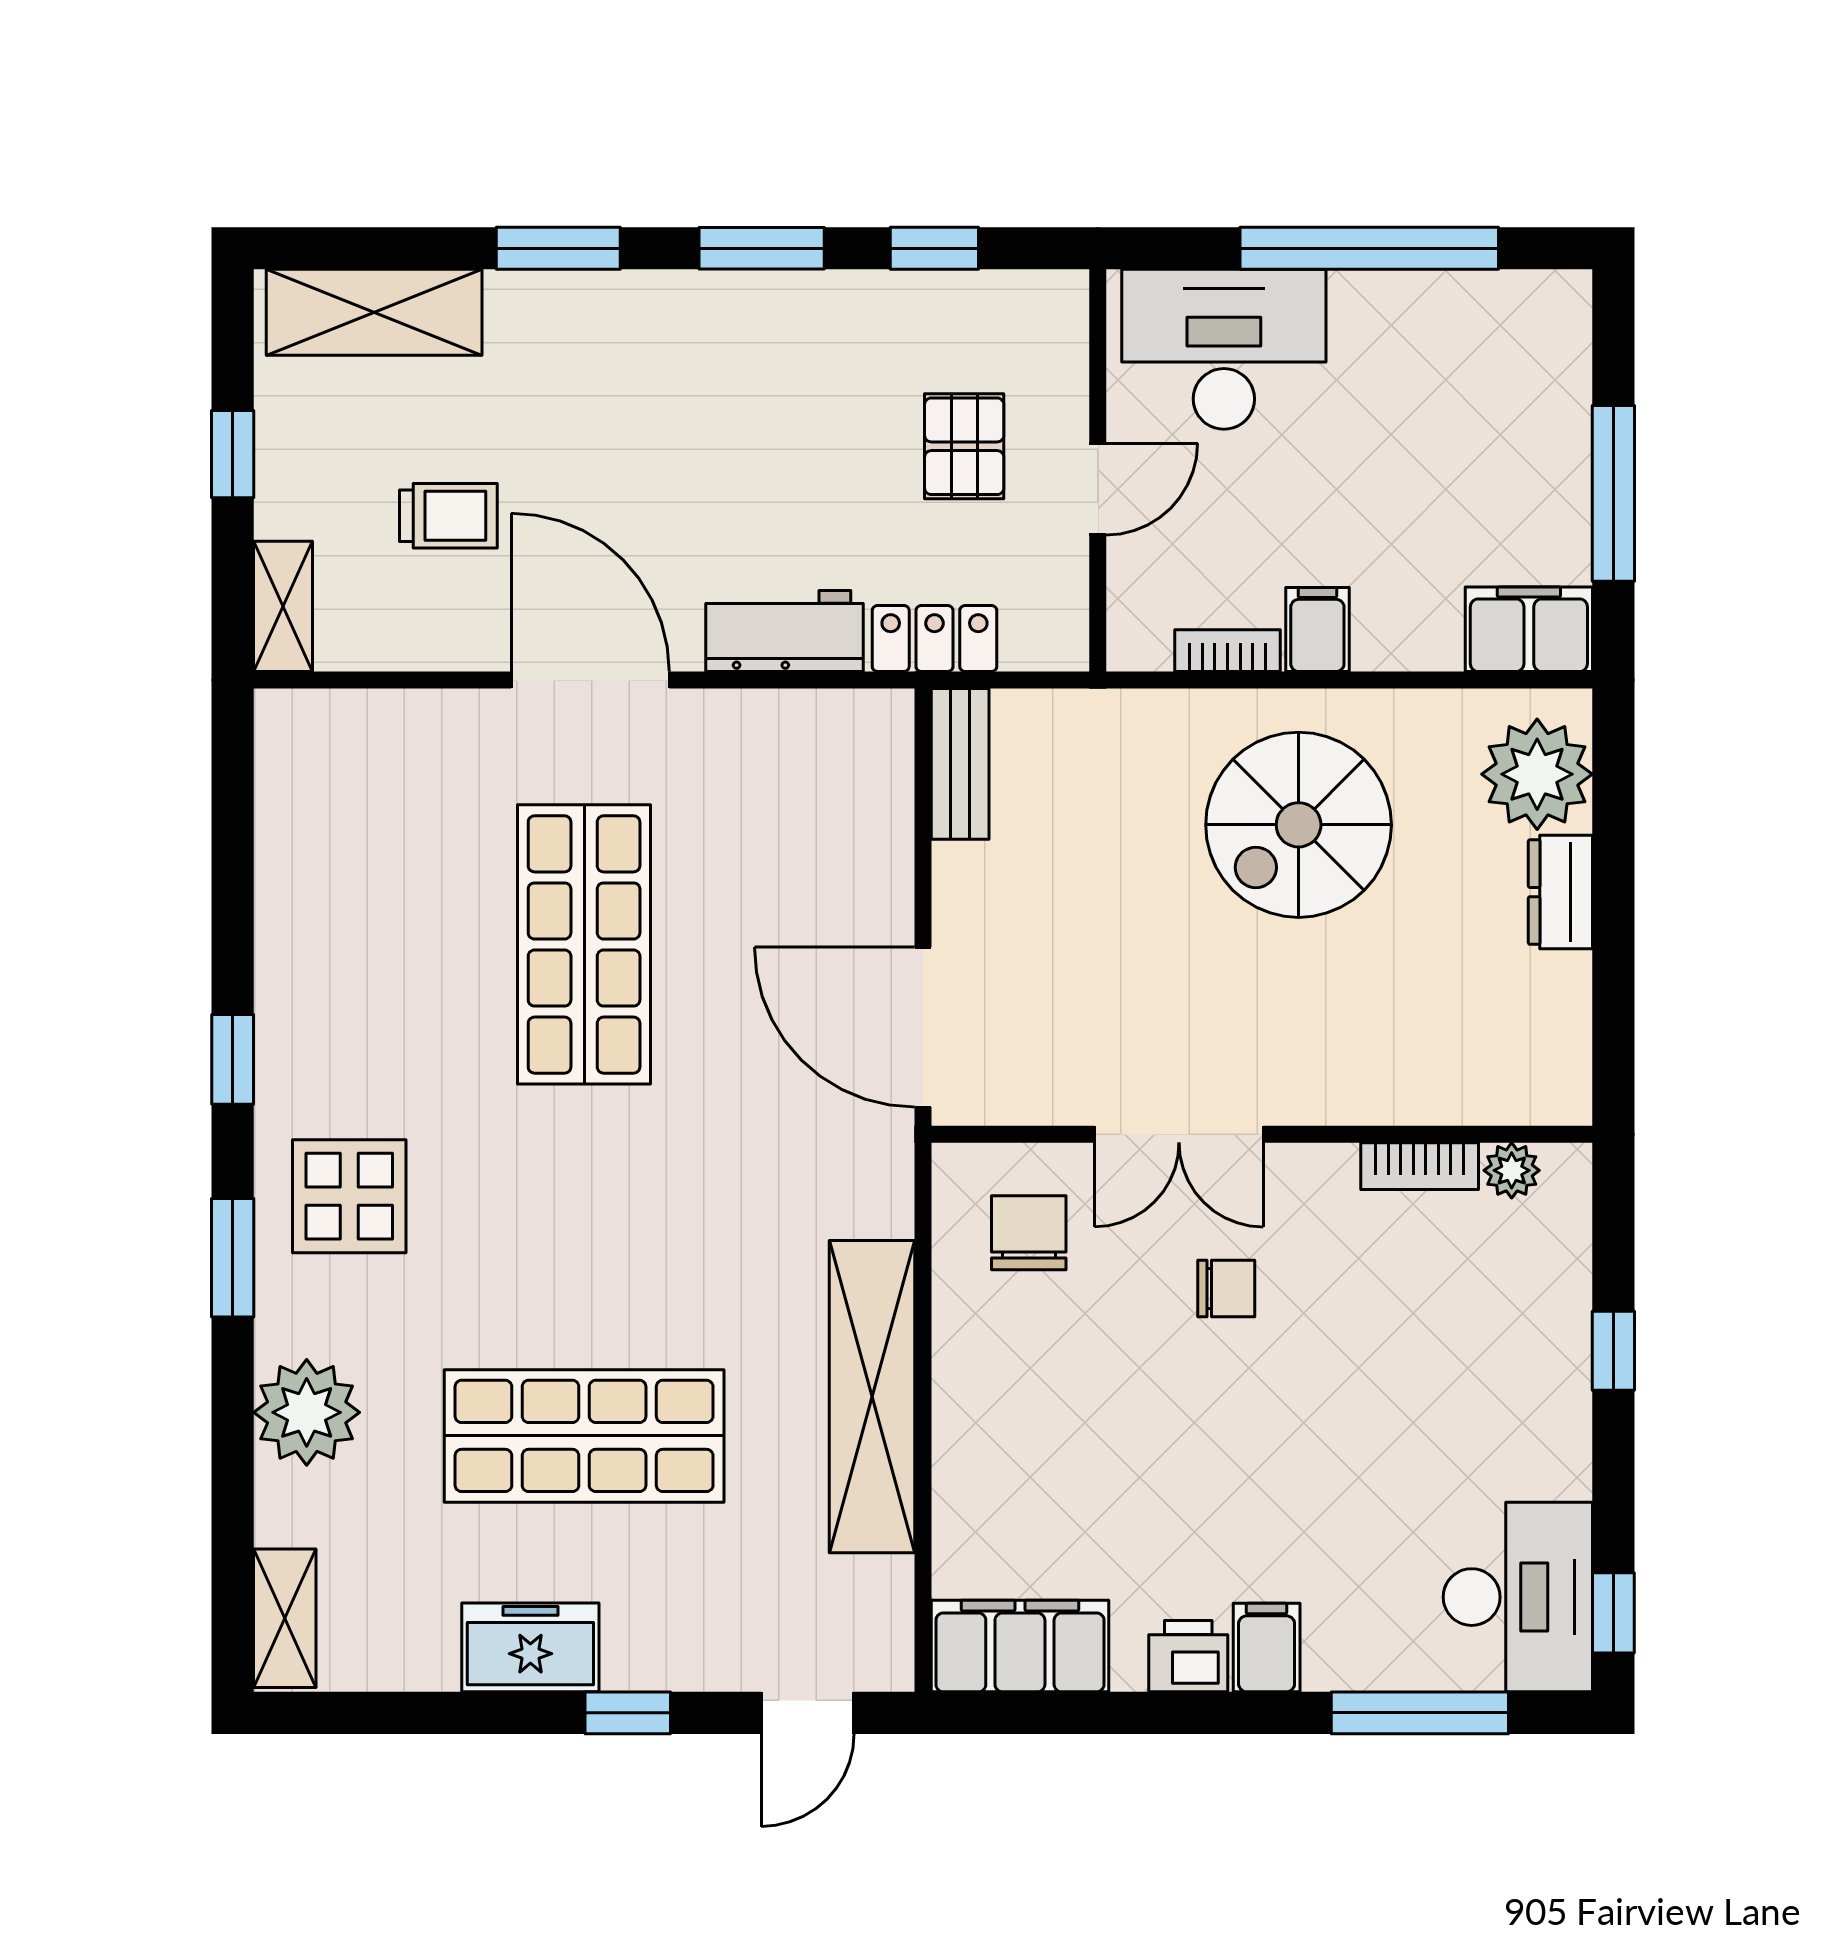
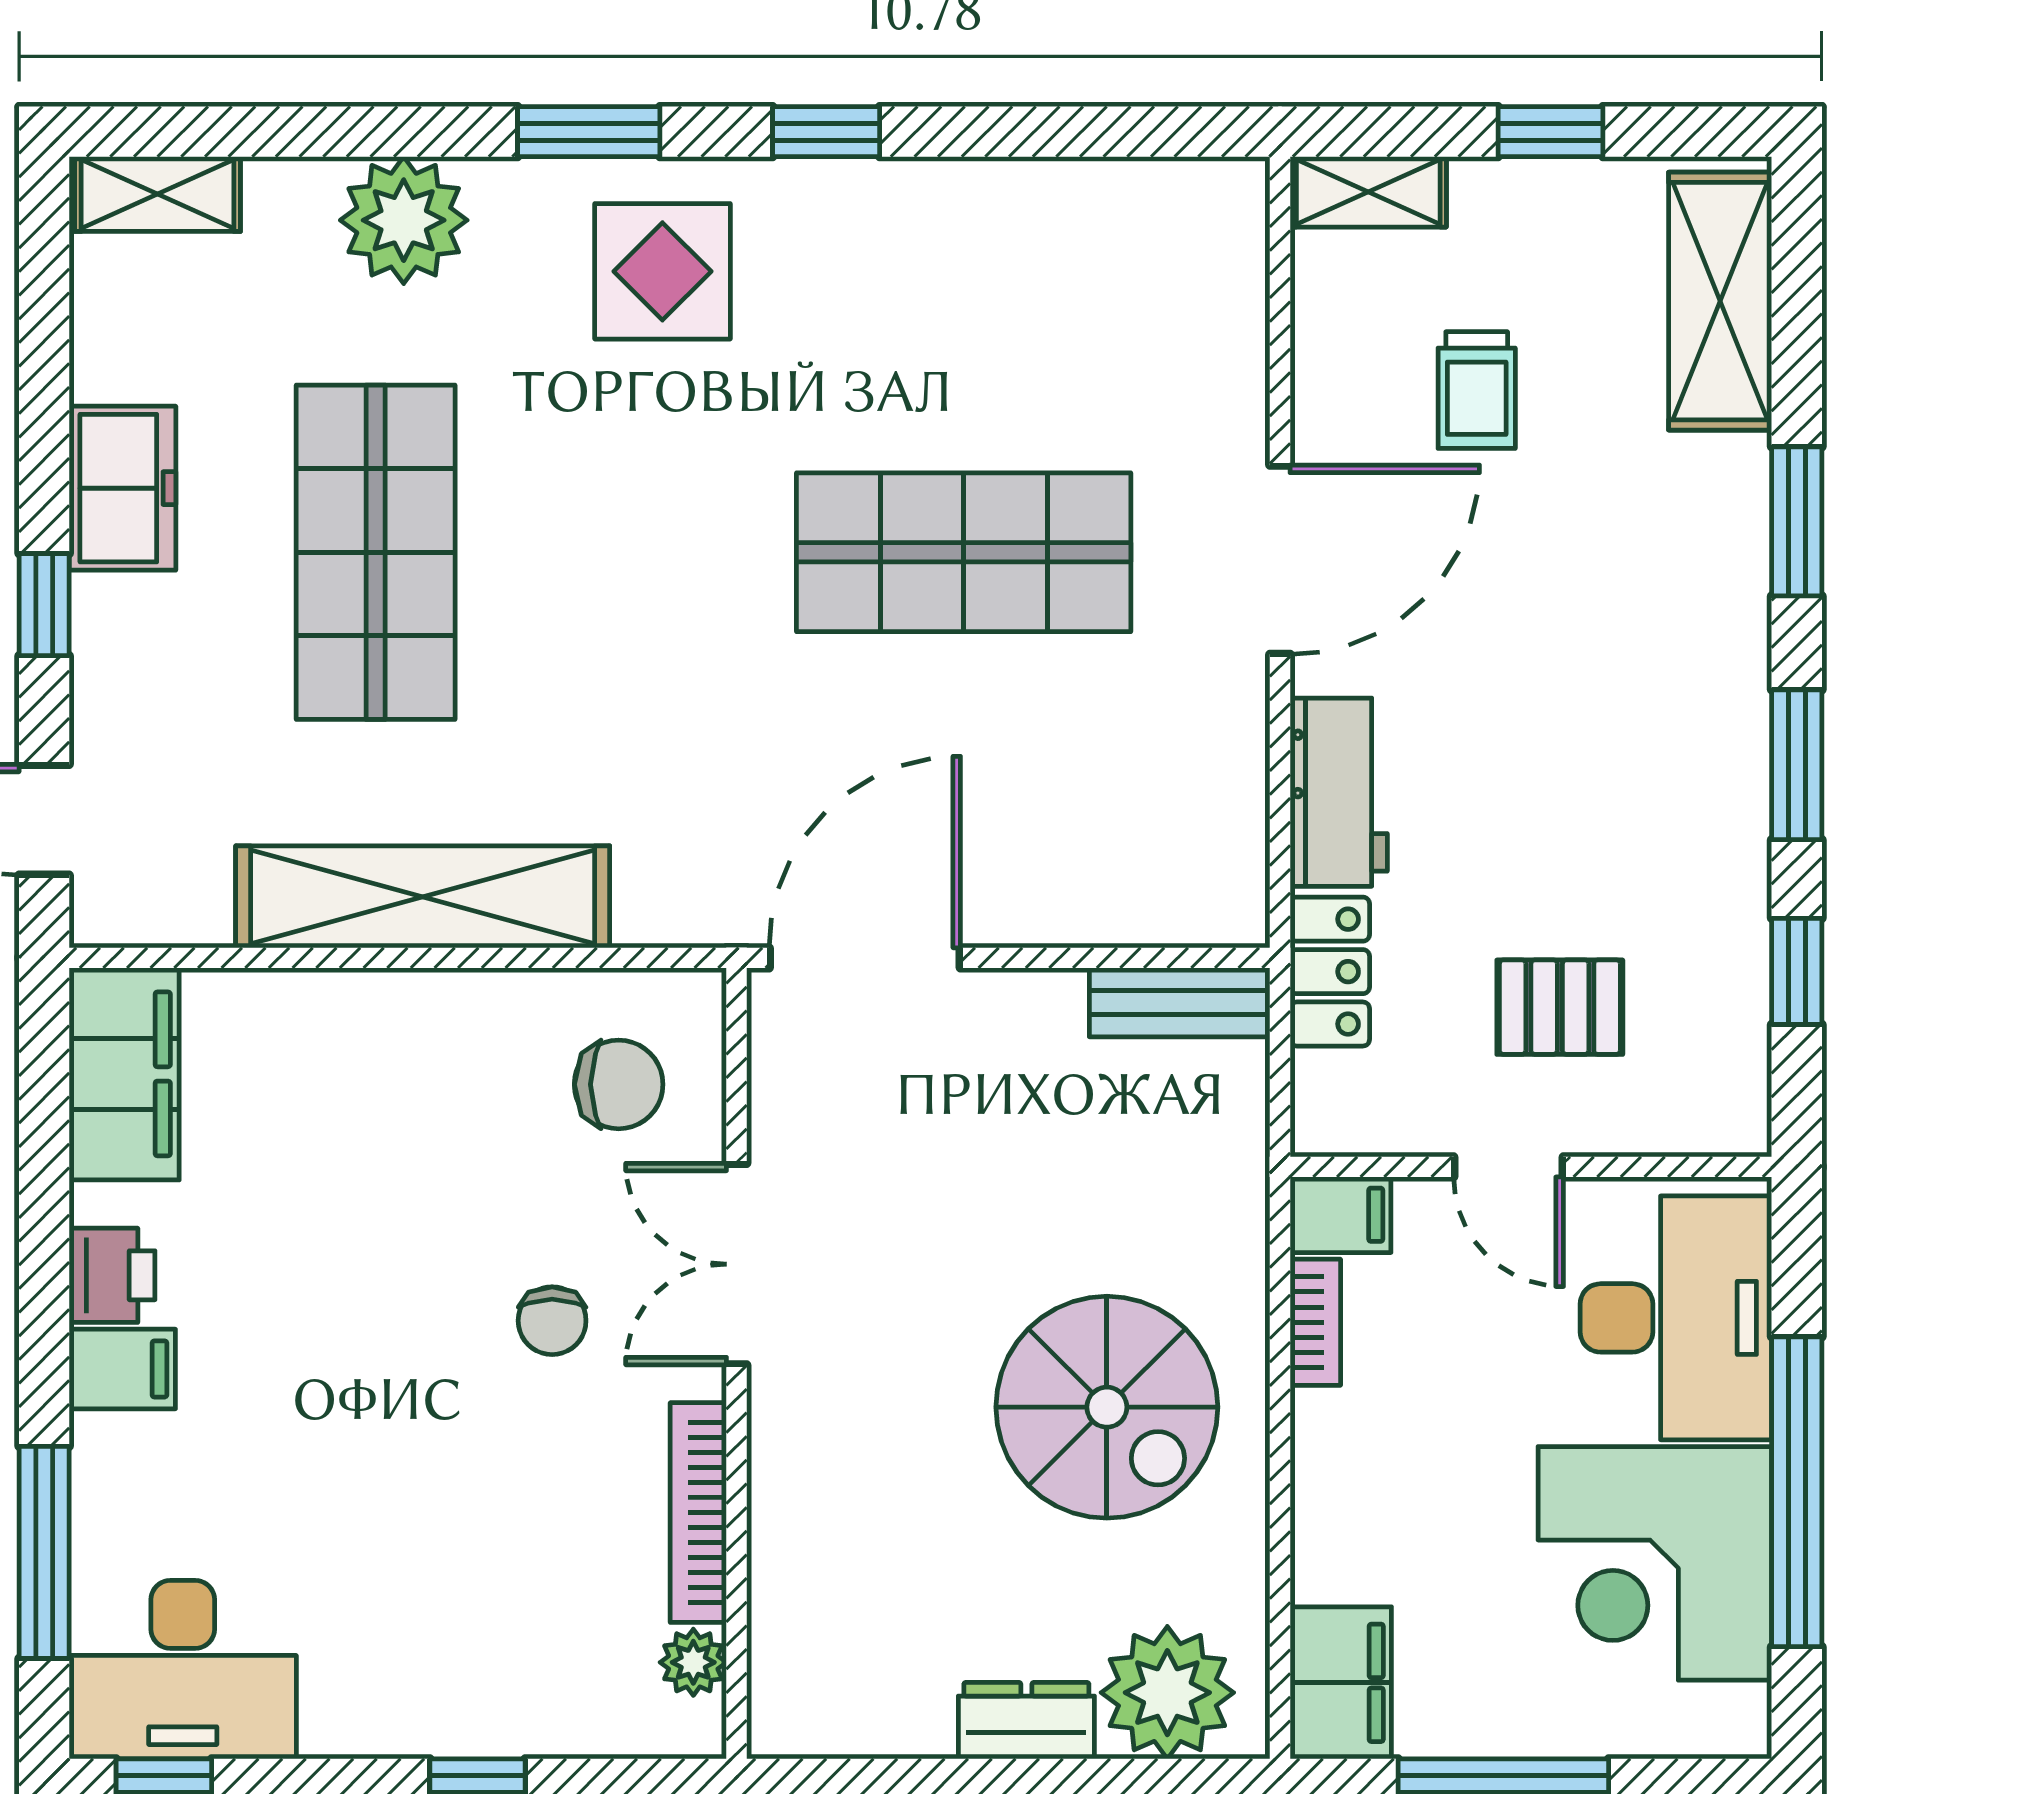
corner desk: (1429, 367) -> (1655, 1563), added
filing cabinet: (1317, 630) -> (1340, 1215), moved
spiral stairs: (1299, 825) -> (1107, 1407), turned 180
bookcase: (1420, 1166) -> (698, 1513), width x1.56

